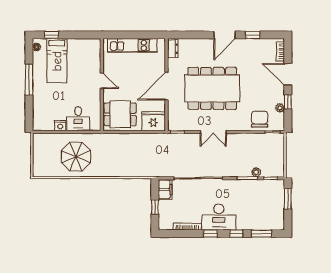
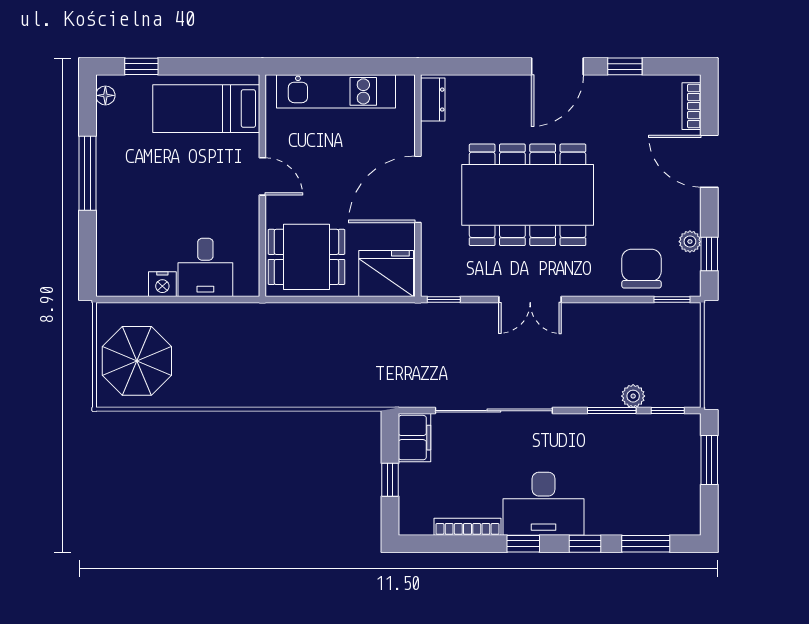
bed: (57, 61) -> (206, 109), moved, turned 90
window: (288, 102) -> (709, 254), moved
parasol: (76, 157) -> (137, 361), moved

